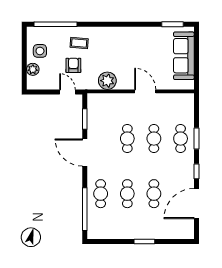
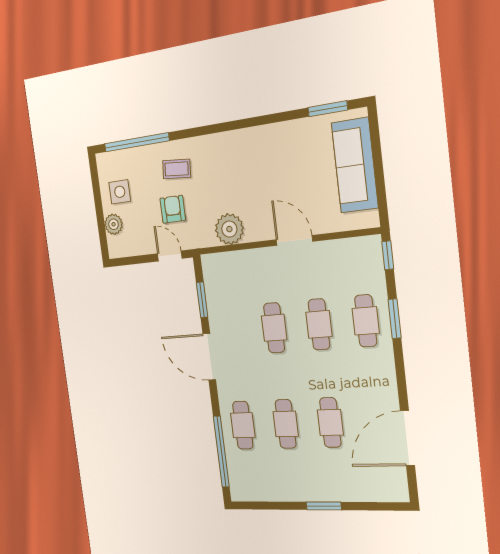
window: (196, 171) -> (388, 255), moved

